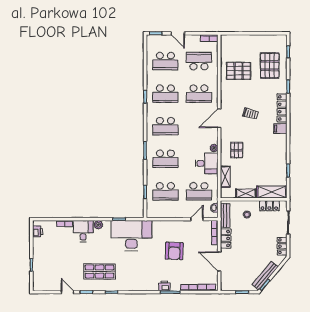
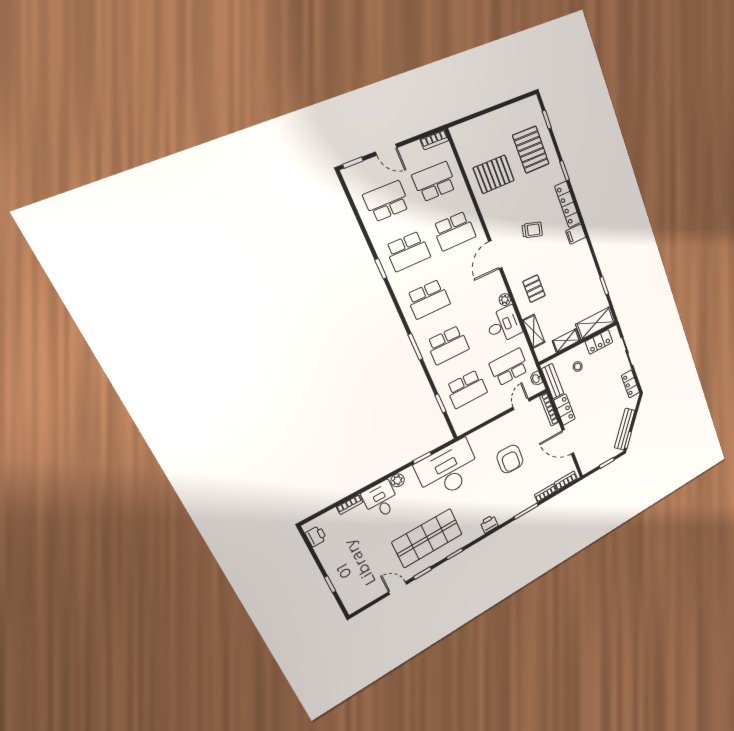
school desk: (165, 61) -> (387, 201), turned 180
school desk: (199, 191) -> (509, 367), turned 180
shop shelf: (100, 271) -> (427, 538), width x1.43, depth x1.36
printer: (164, 286) -> (489, 524), moved

